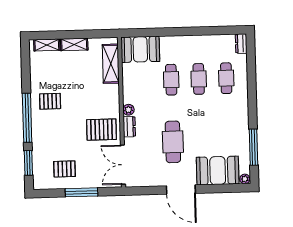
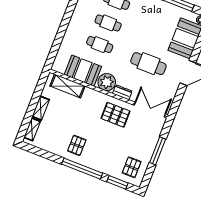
booth: (140, 49) -> (83, 71), moved, turned 90
plant: (128, 110) -> (107, 82), width x1.88, depth x1.88
pallet: (102, 130) -> (116, 115), turned 90
double door: (123, 165) -> (150, 110), swing flipped
pallet: (65, 169) -> (132, 167), moved

